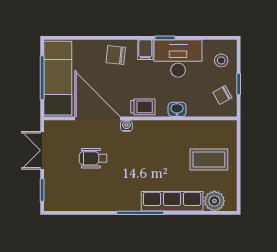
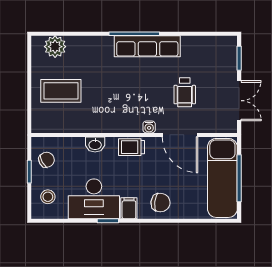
door: (97, 118) -> (180, 135), width x0.73
wheelchair: (93, 158) -> (185, 92), turned 90
row of seats: (172, 201) -> (147, 46), moved

